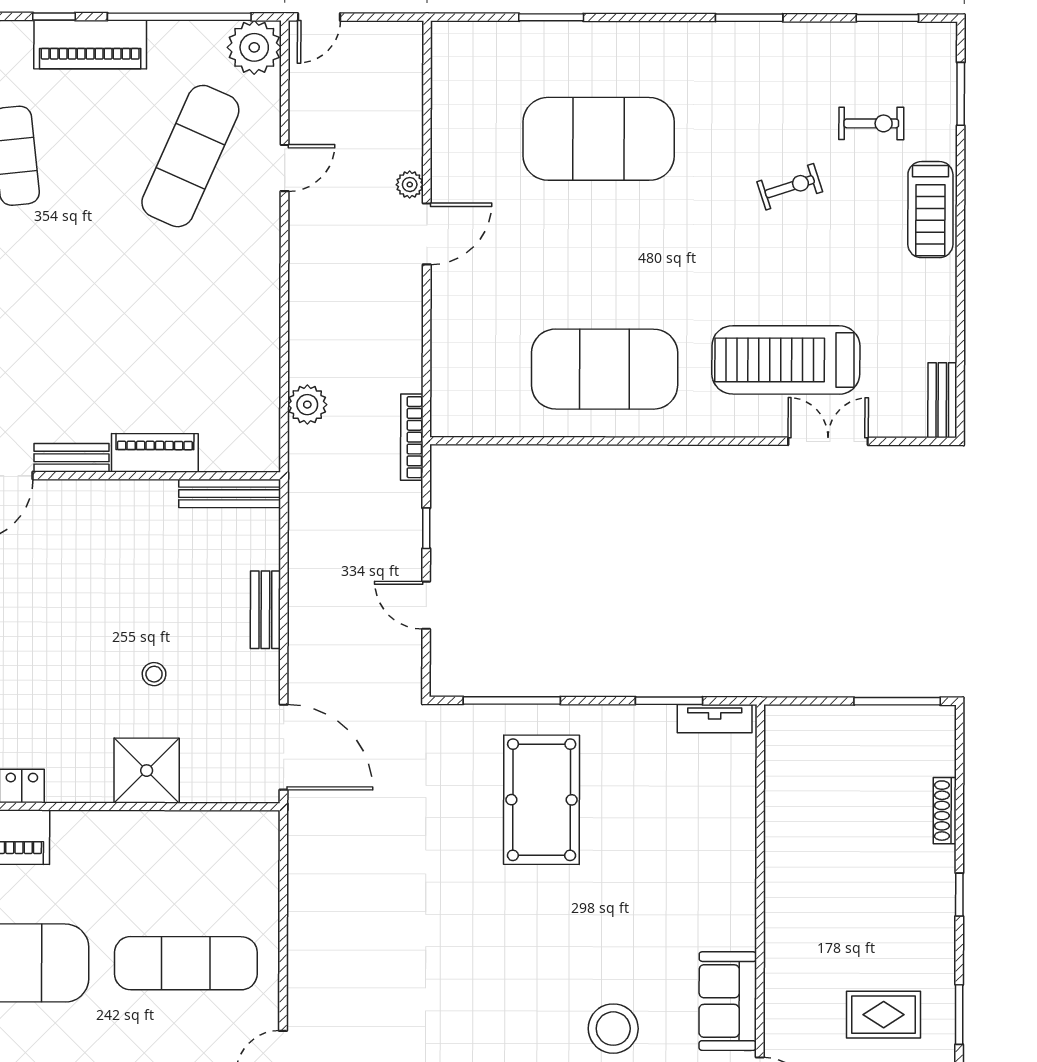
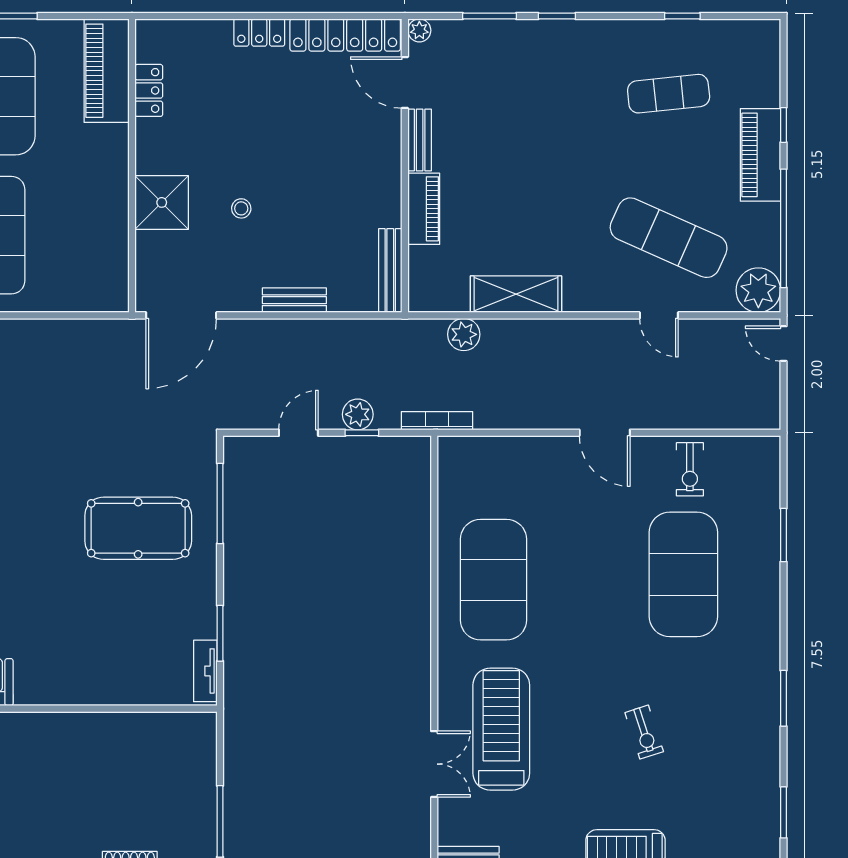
exercise bike: (871, 123) -> (690, 469), moved
plant: (410, 185) -> (358, 414), moved, width x1.38, depth x1.38
shelving: (259, 341) -> (516, 294), added

